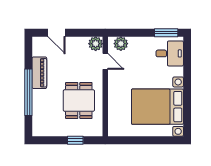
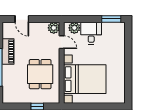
desk: (170, 53) -> (91, 33), moved, turned -90
bed with nightstands: (157, 107) -> (85, 79), moved, turned 180

